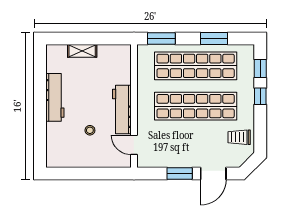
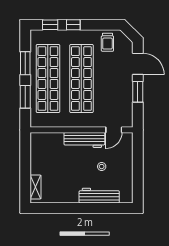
window: (161, 39) -> (25, 97), moved
shelving: (82, 51) -> (36, 187), moved
workbench: (55, 97) -> (99, 196), moved

